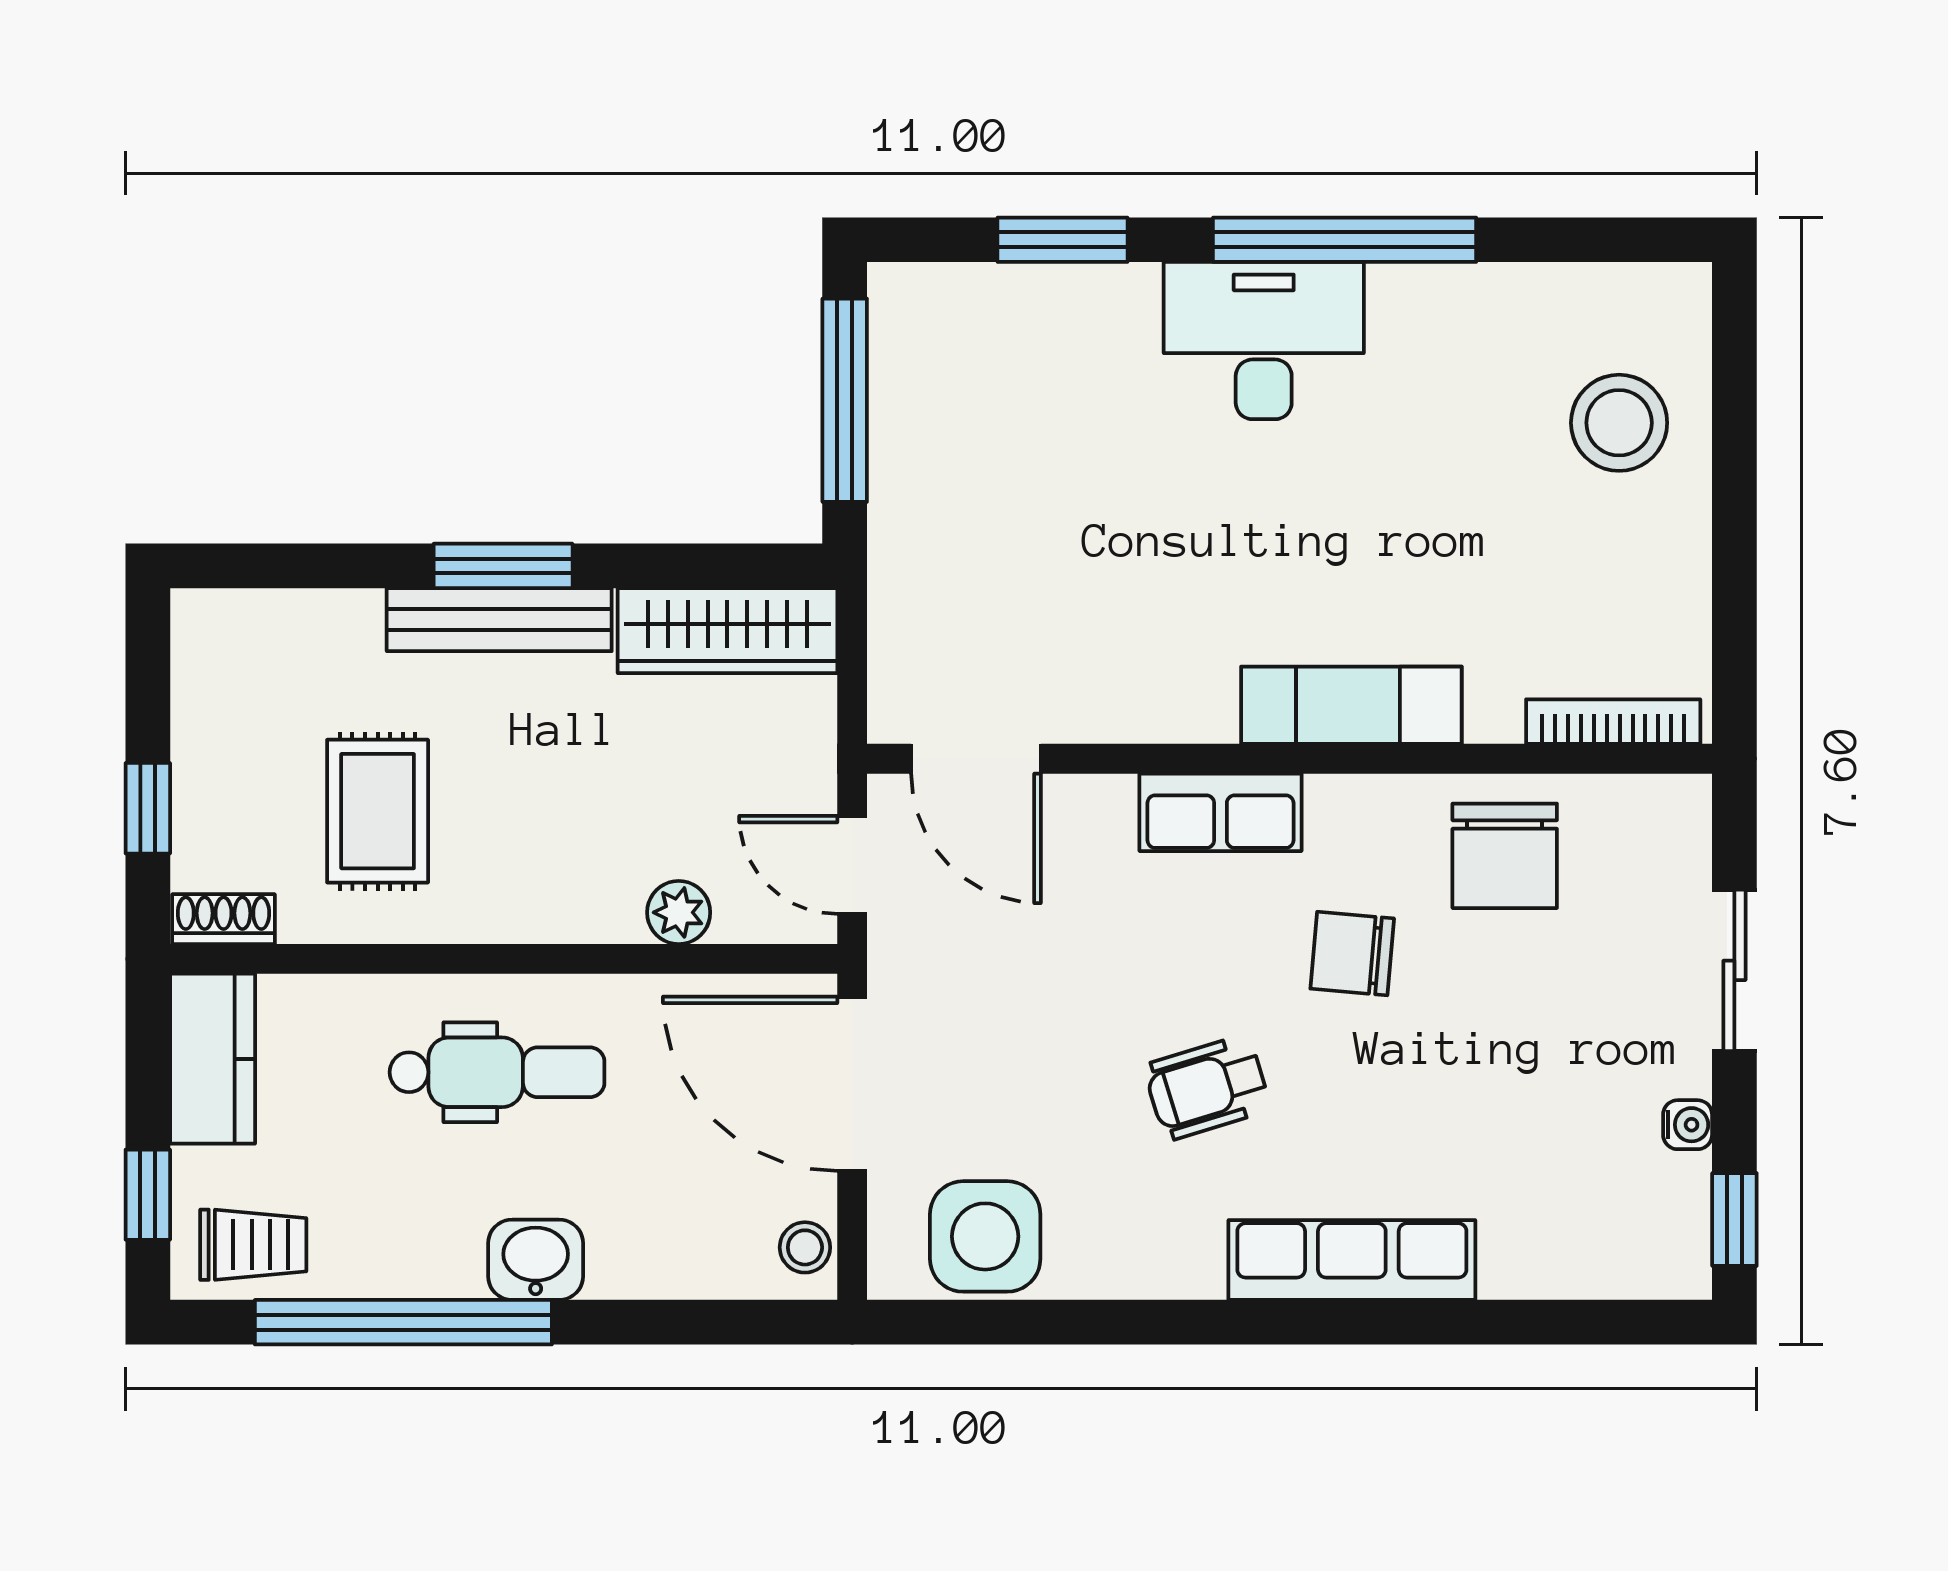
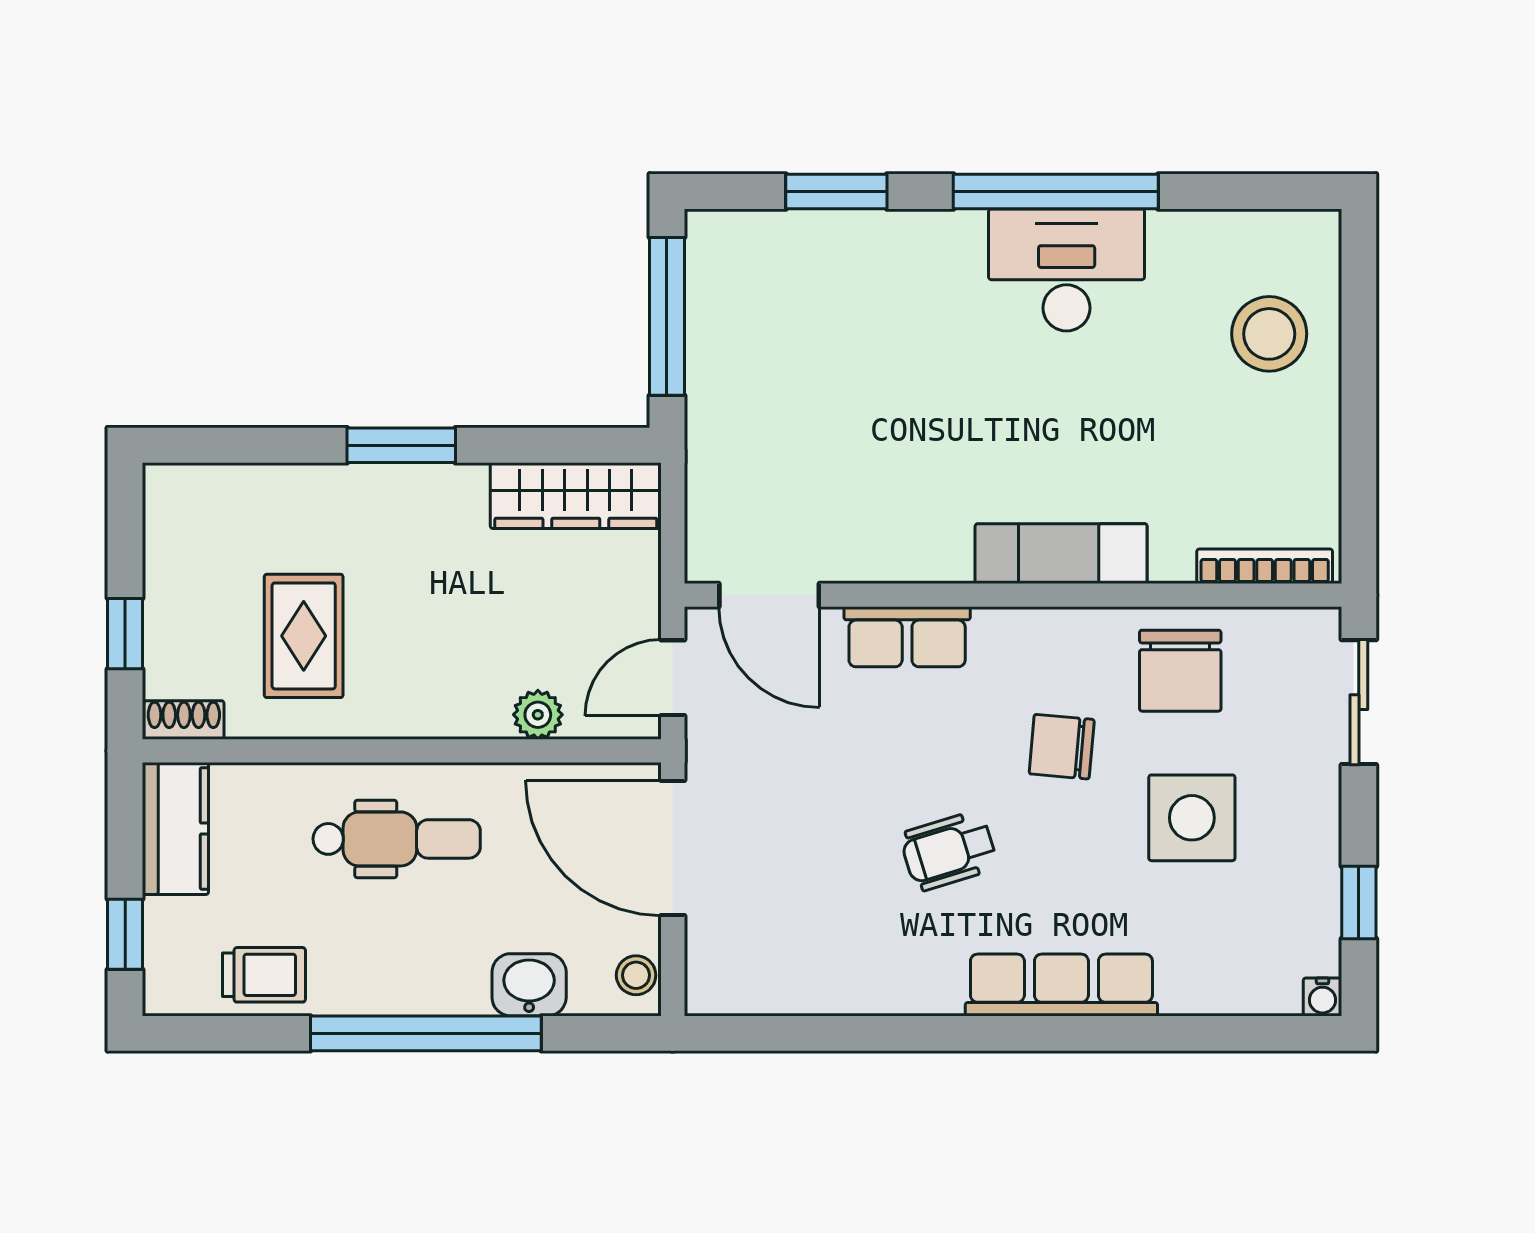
desk: (1264, 341) -> (1067, 270), moved
bench: (499, 620) -> (398, 487), removed
row of seats: (1220, 812) -> (907, 637), moved
door: (852, 865) -> (673, 678), hinge flipped
sliding door: (1734, 970) -> (1359, 702), moved
water cooler: (1688, 1125) -> (1323, 997), moved, turned 90
window: (1734, 1220) -> (1359, 903), moved
side table: (985, 1236) -> (1192, 818), moved
trolley: (253, 1245) -> (264, 975), moved
washbasin: (536, 1260) -> (529, 985), moved
window: (403, 1322) -> (426, 1033), moved

